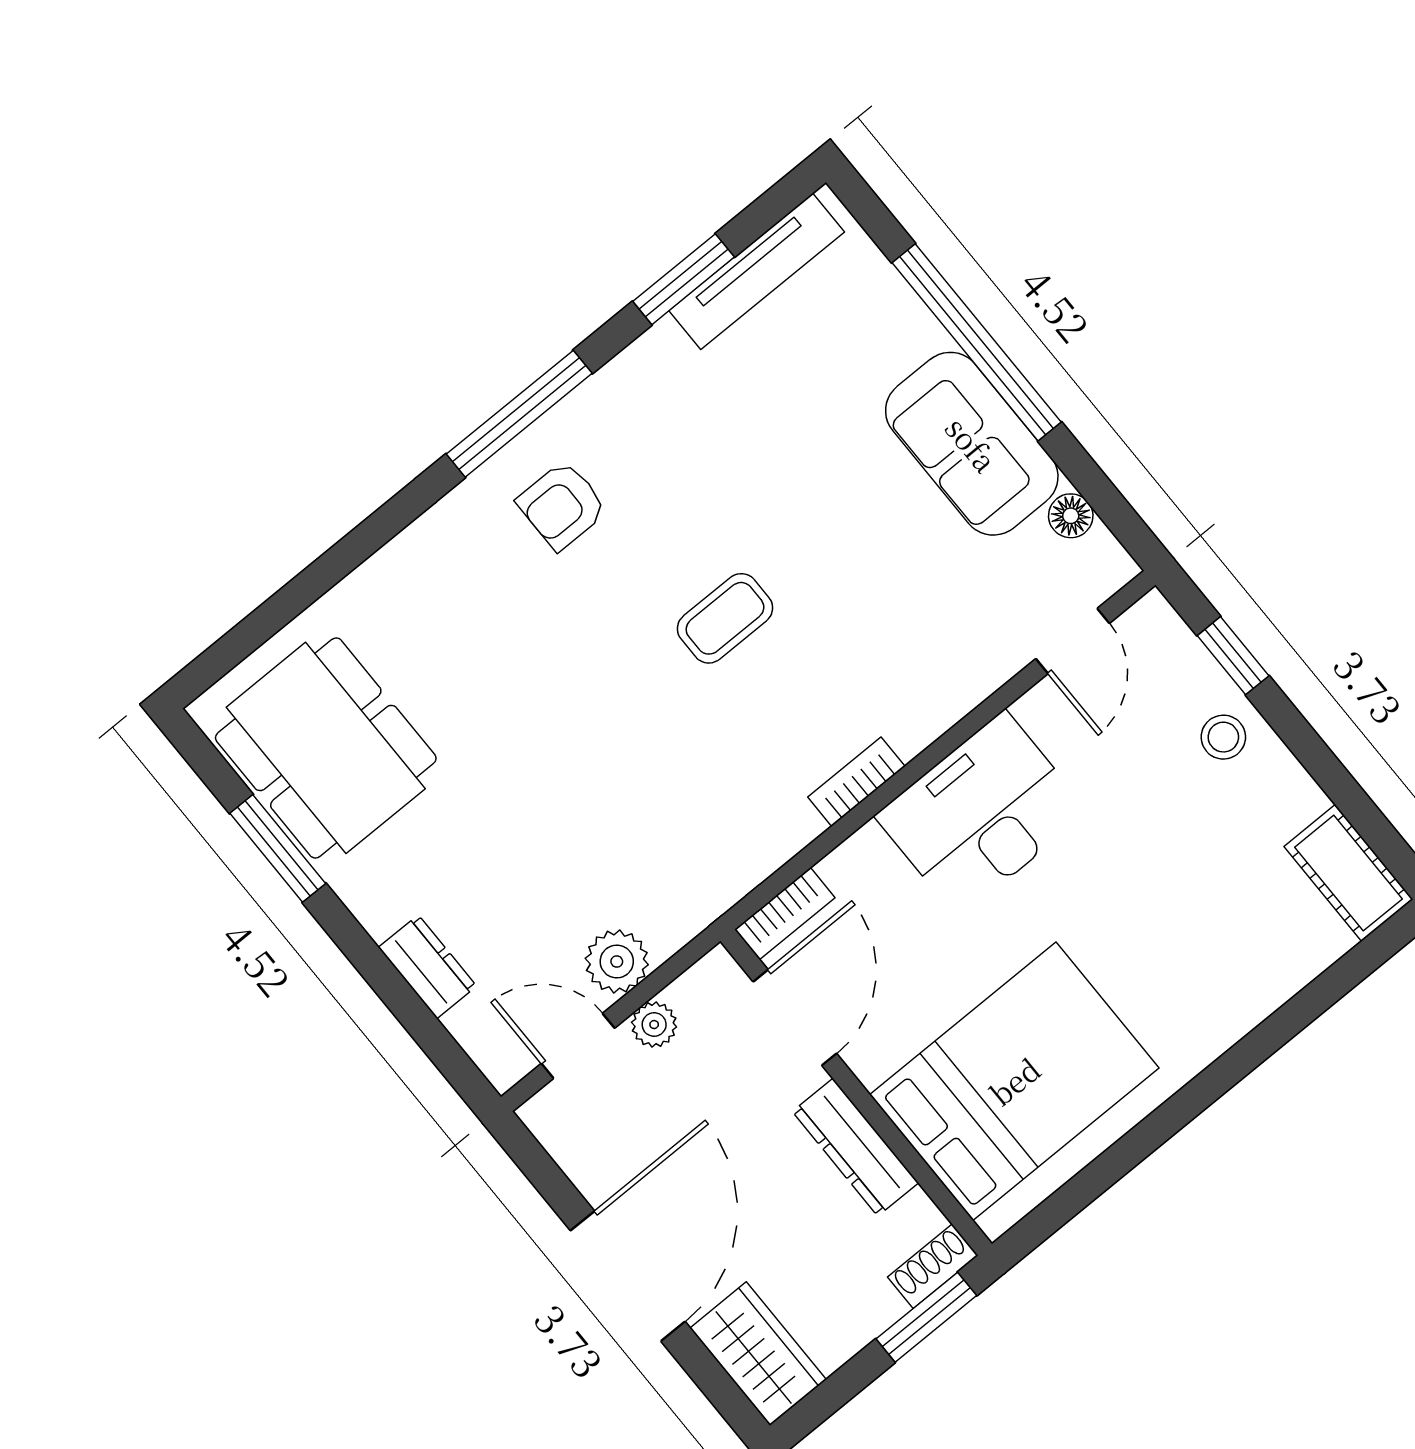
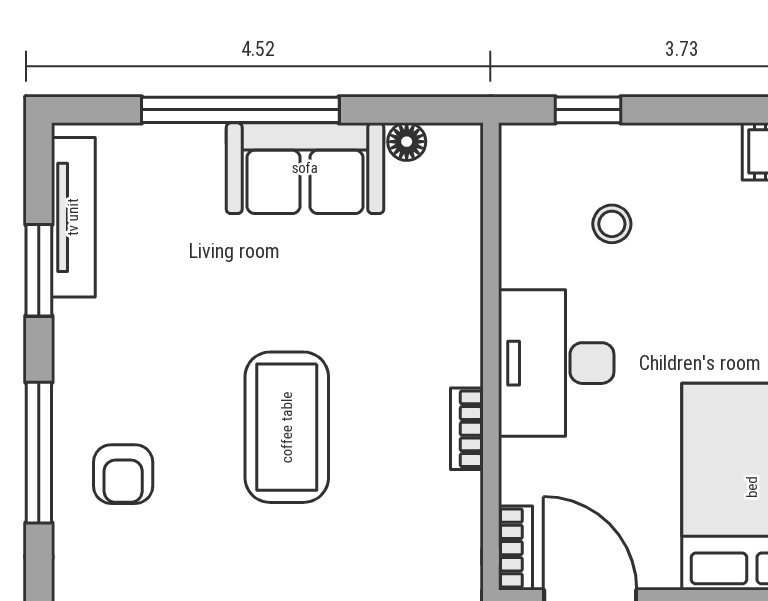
coffee table: (725, 618) -> (287, 427), width x1.86, depth x1.72
door: (1073, 641) -> (491, 209), removed
stool: (1223, 737) -> (612, 224), moved

